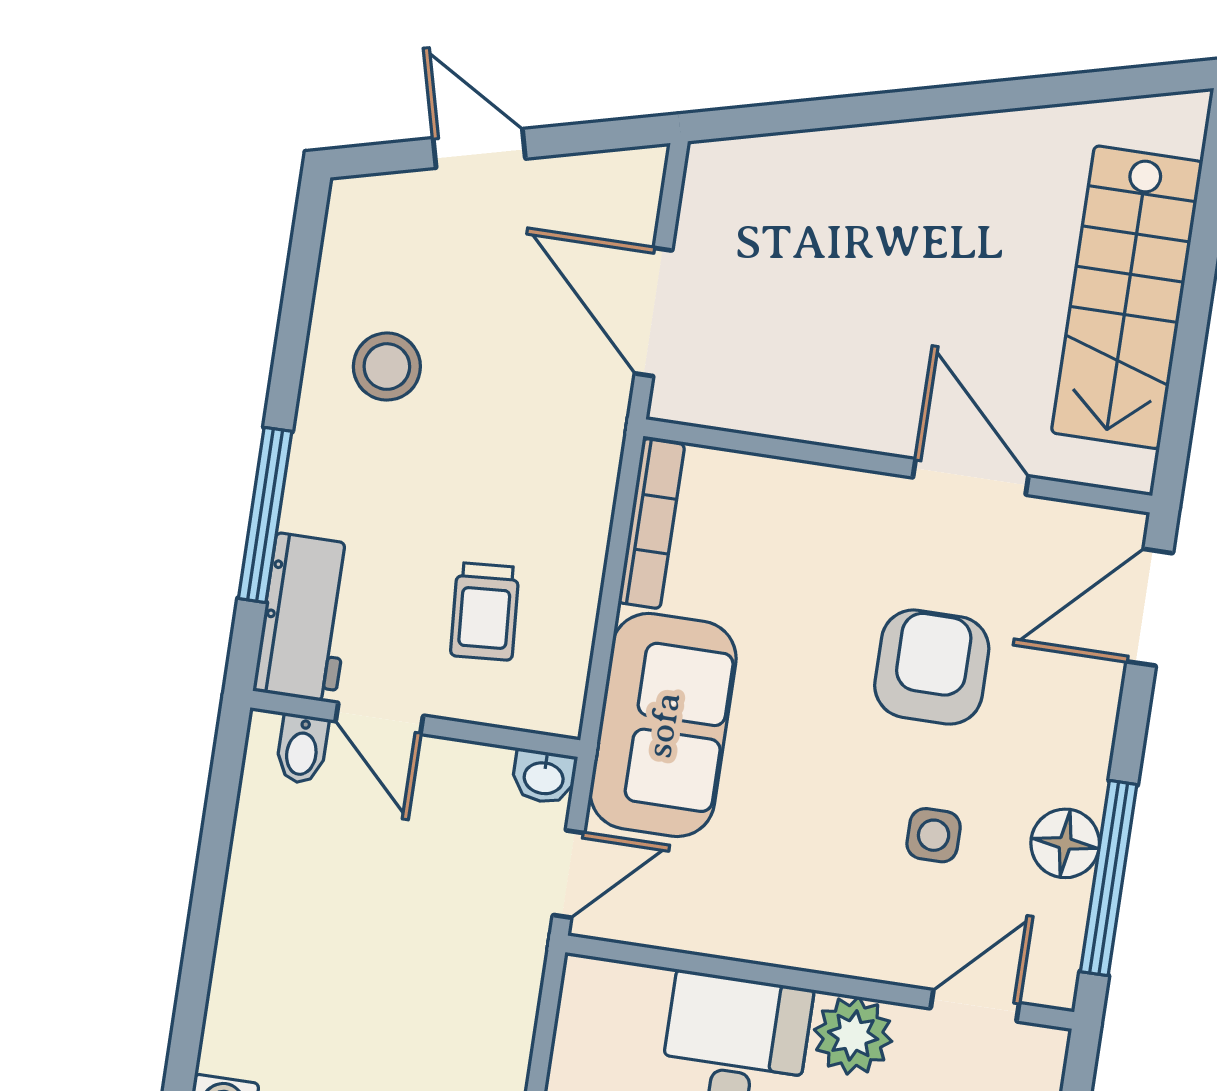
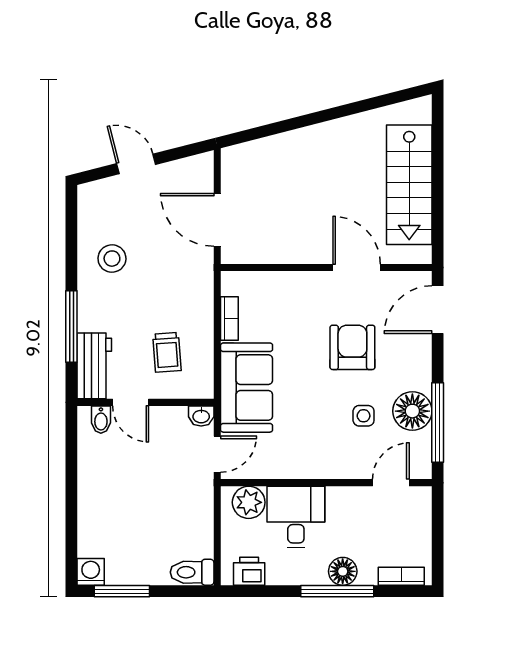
bookcase: (651, 524) -> (229, 319), width x0.64
floor lamp: (1065, 843) -> (412, 411), width x1.38, depth x1.38
plant: (853, 1035) -> (249, 502), moved

